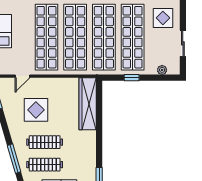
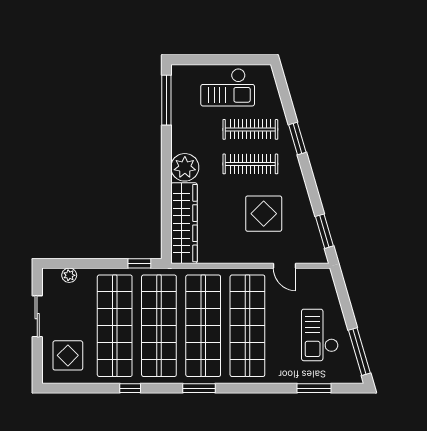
door: (22, 76) -> (285, 266), swing flipped
window: (132, 78) -> (139, 263), moved
plant: (87, 140) -> (185, 167), added
window: (14, 159) -> (297, 138), width x0.69

